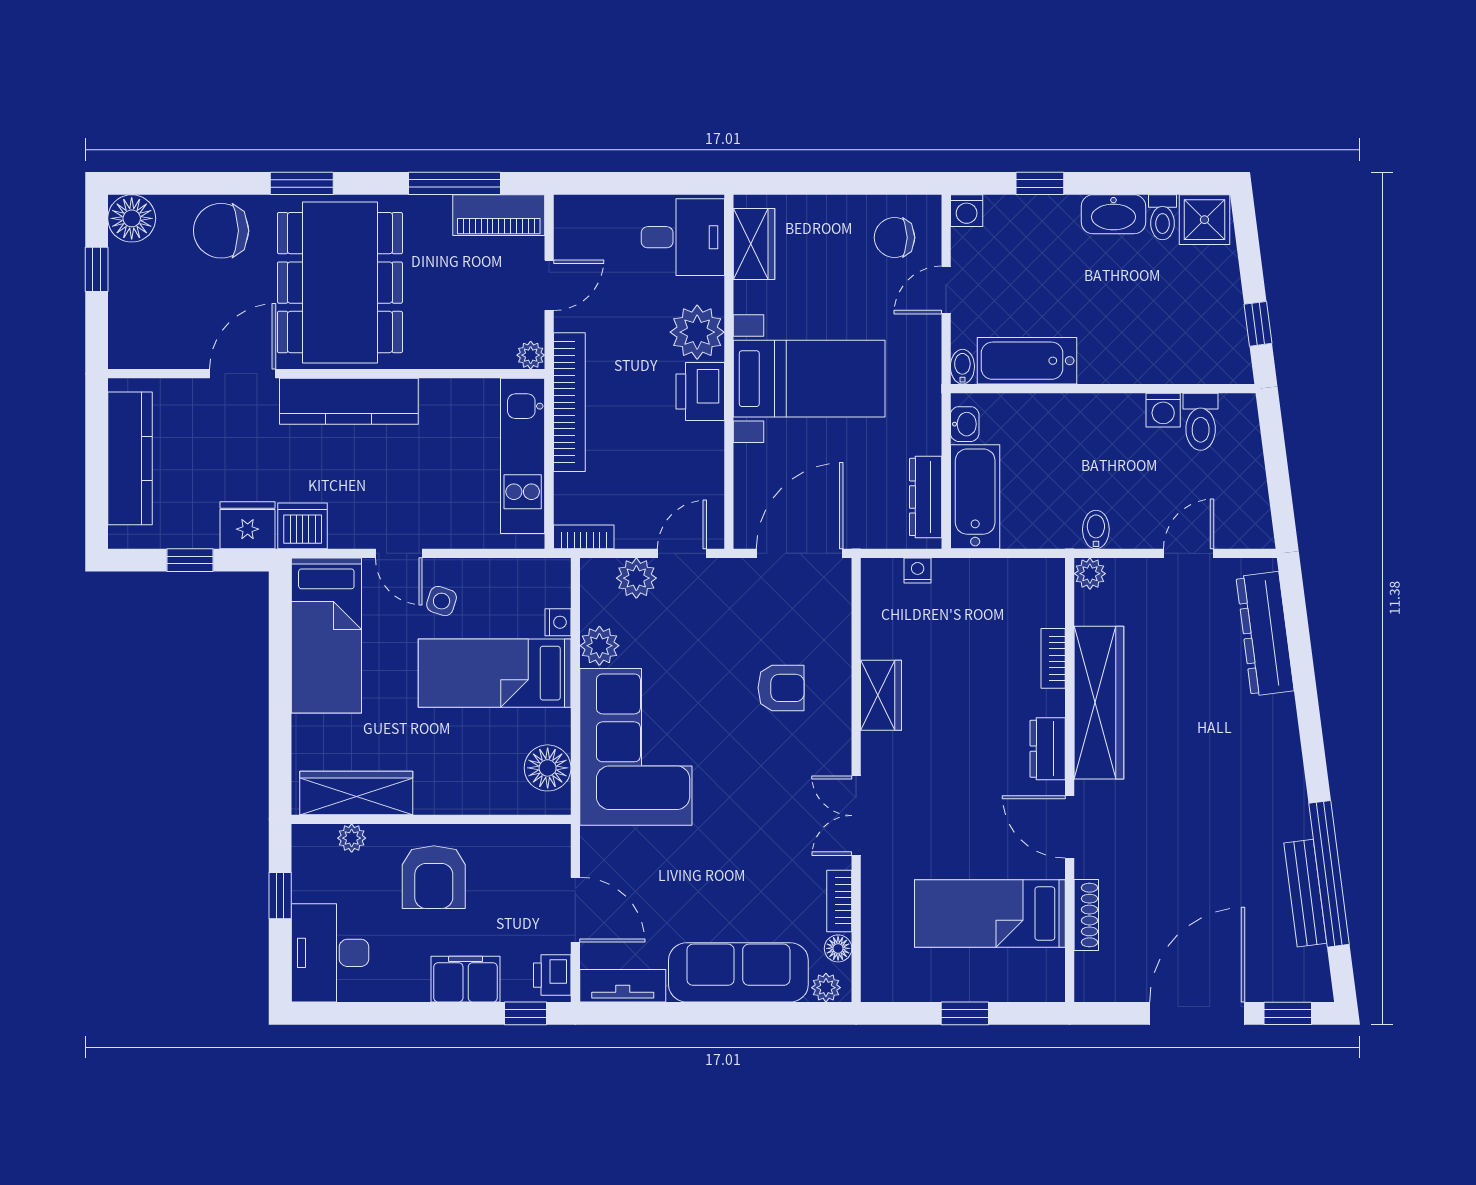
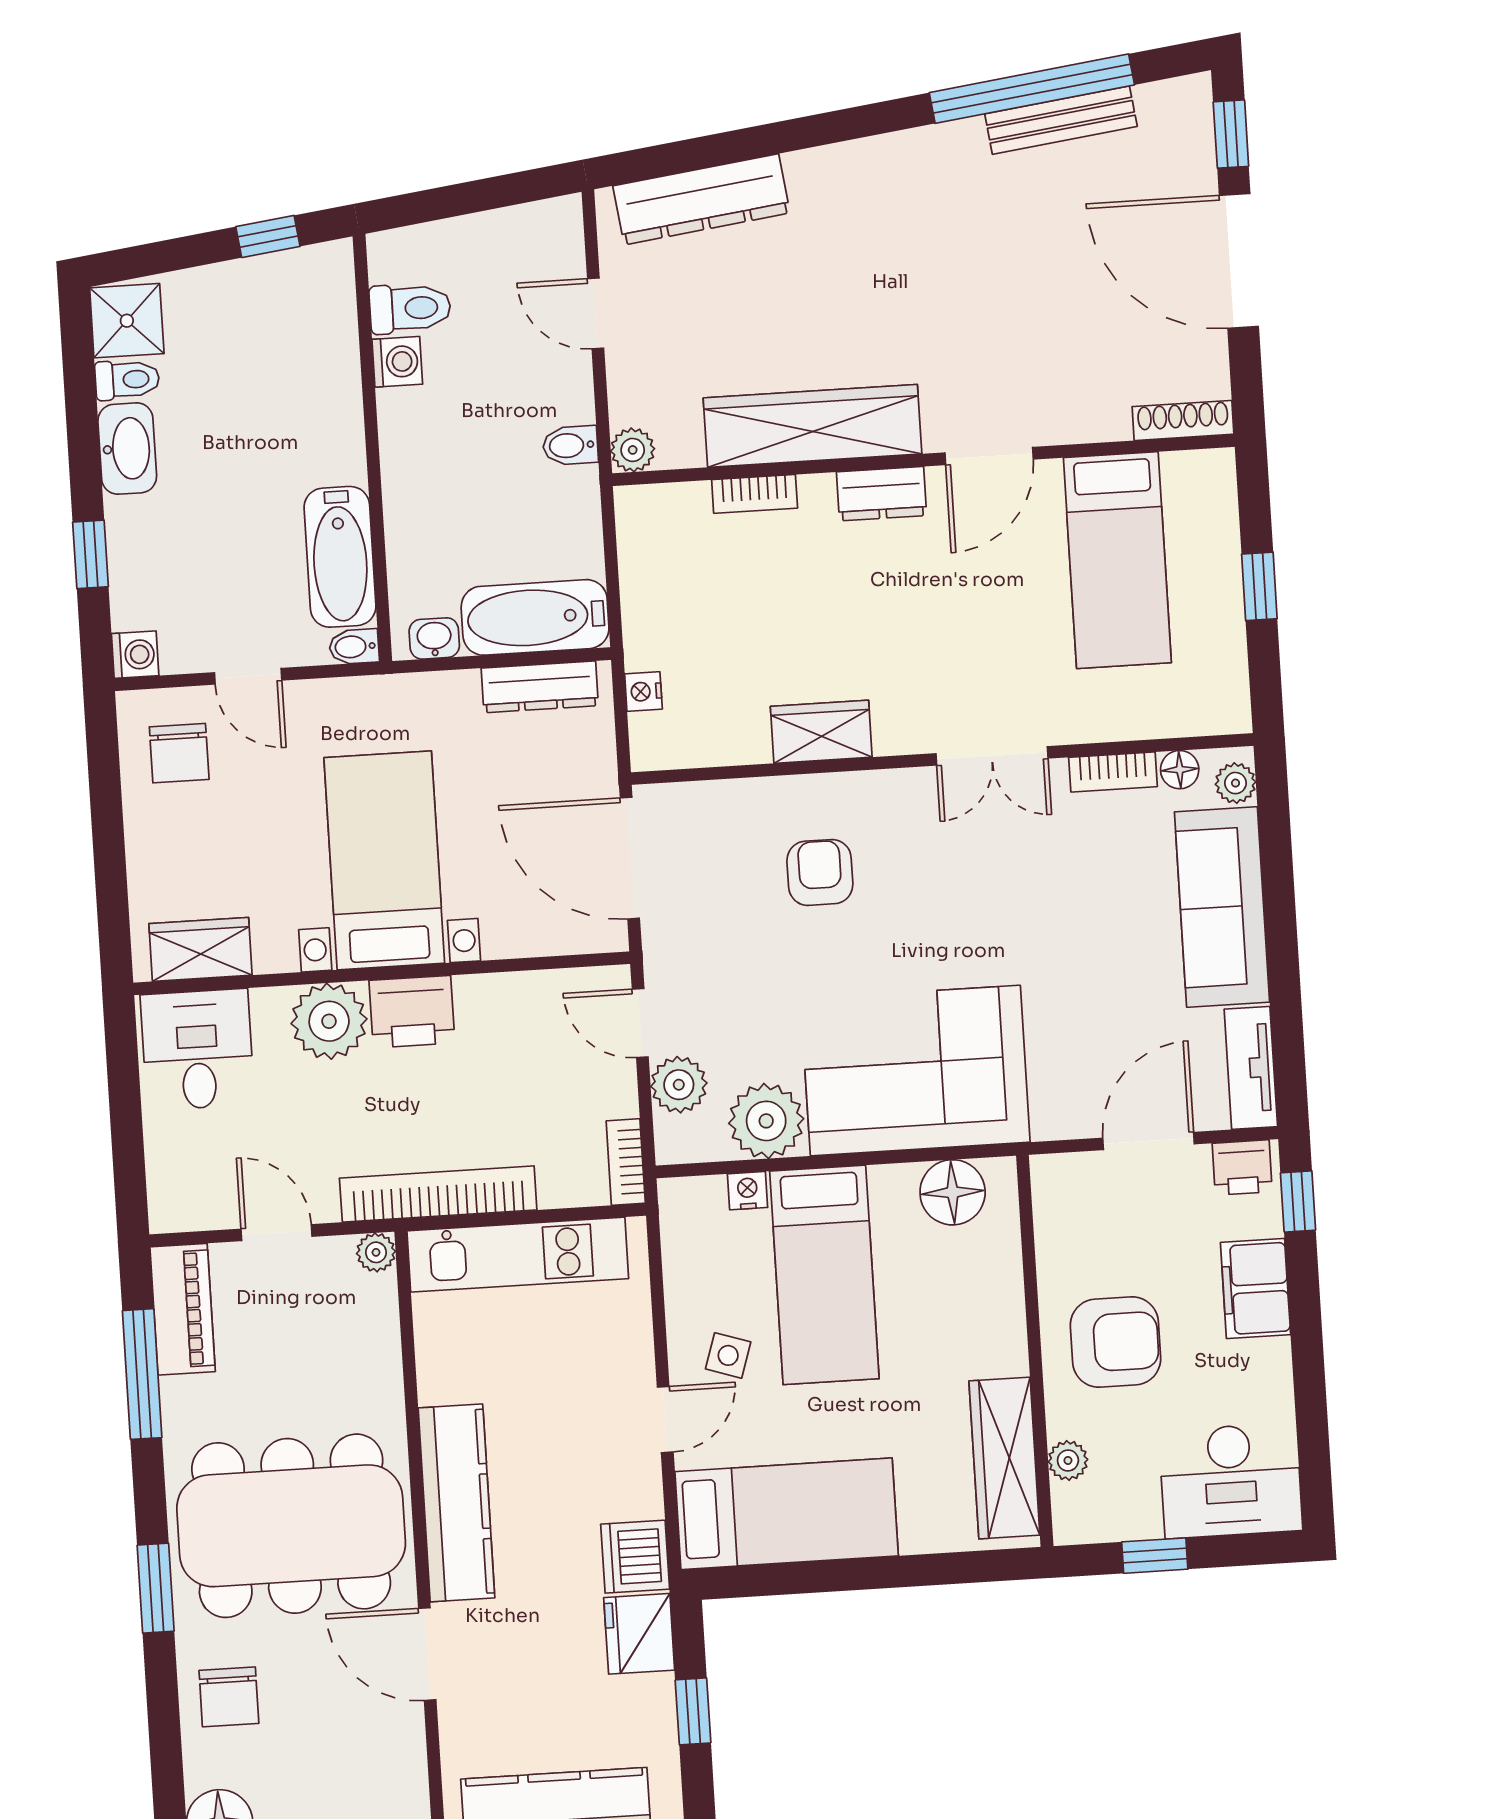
chair: (221, 231) -> (229, 1697), width x0.73, depth x0.73
plant: (599, 646) -> (766, 1121), width x1.36, depth x1.36
shoe rack: (1086, 915) -> (1183, 420), moved

